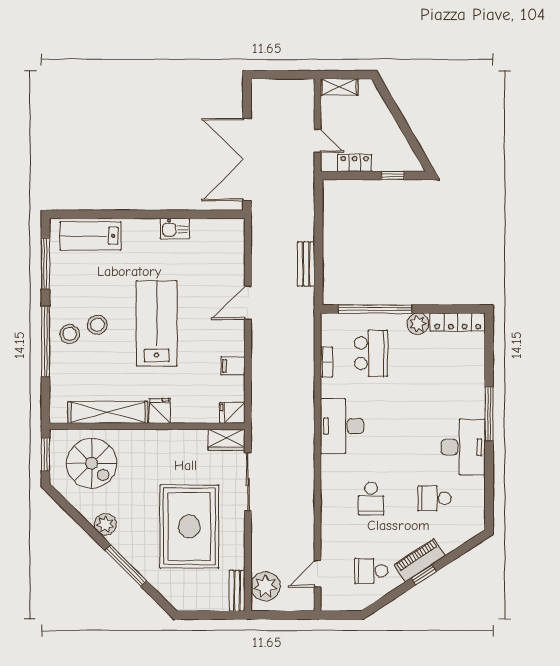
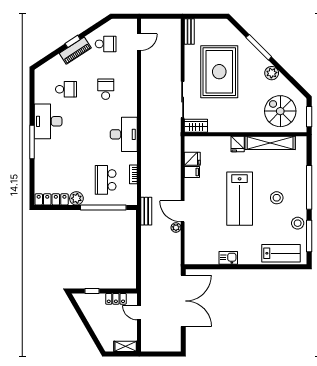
bench: (306, 264) -> (146, 211), moved
door: (248, 303) -> (183, 211), swing flipped
stool: (70, 334) -> (298, 223), moved
fridge: (232, 413) -> (192, 159), moved
plant: (265, 586) -> (176, 228), moved, width x0.53, depth x0.53

